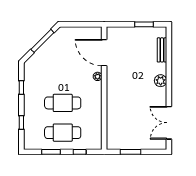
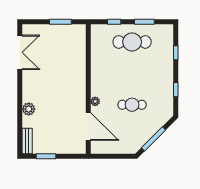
bench: (162, 50) -> (27, 141), moved
plant: (161, 81) -> (29, 109), moved
cafe table: (63, 103) -> (132, 105), moved, width x0.73, depth x0.74

